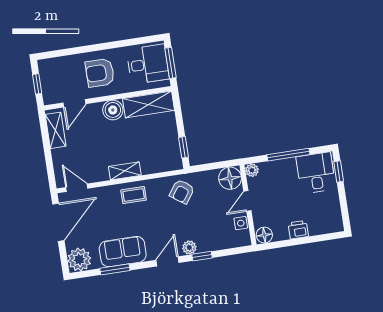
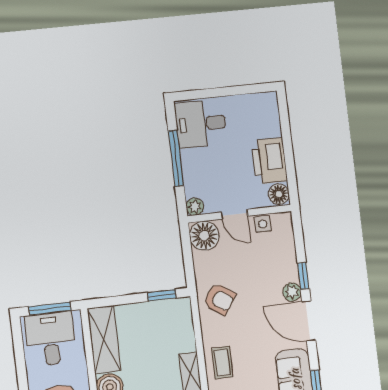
window: (339, 172) -> (200, 94), removed
printer: (298, 230) -> (269, 161), width x1.87, depth x1.48
door: (168, 261) -> (309, 321), width x1.38

